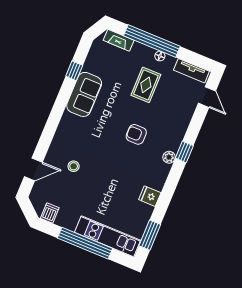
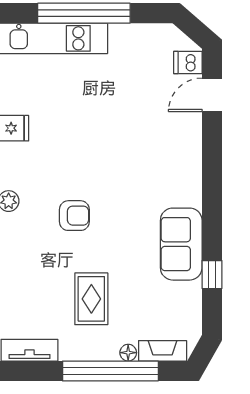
floor lamp: (160, 56) -> (128, 353), moved
stool: (74, 166) -> (151, 126), removed
dishwasher: (50, 213) -> (188, 63), moved, turned 90

